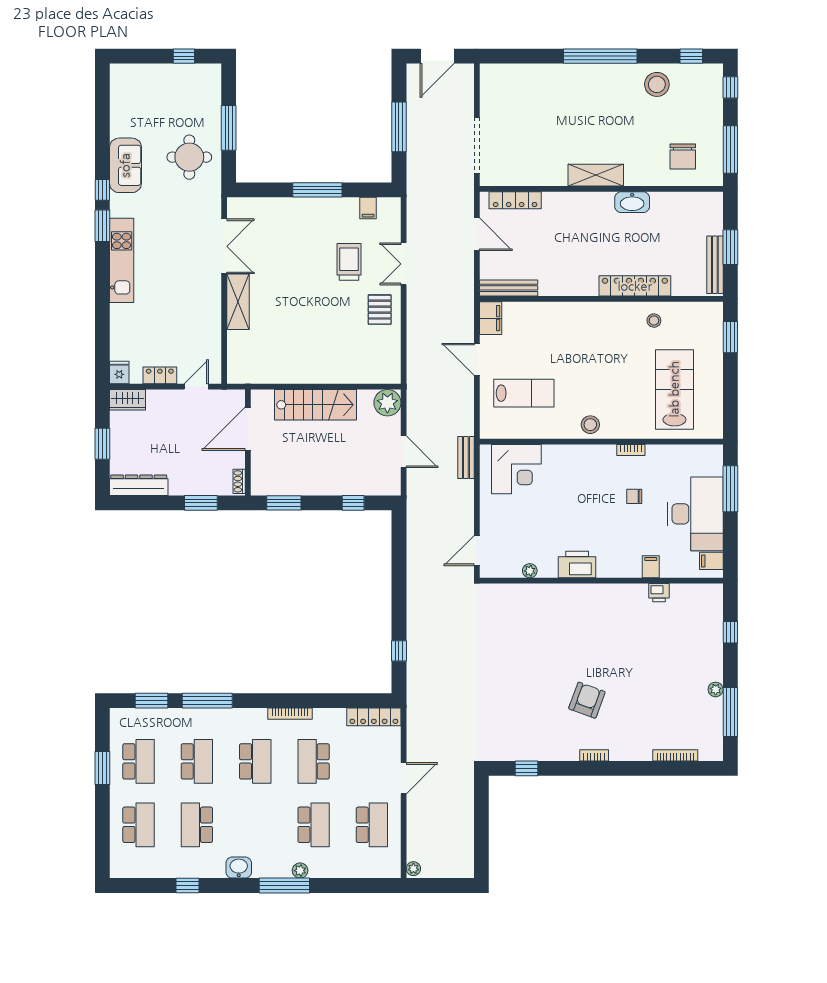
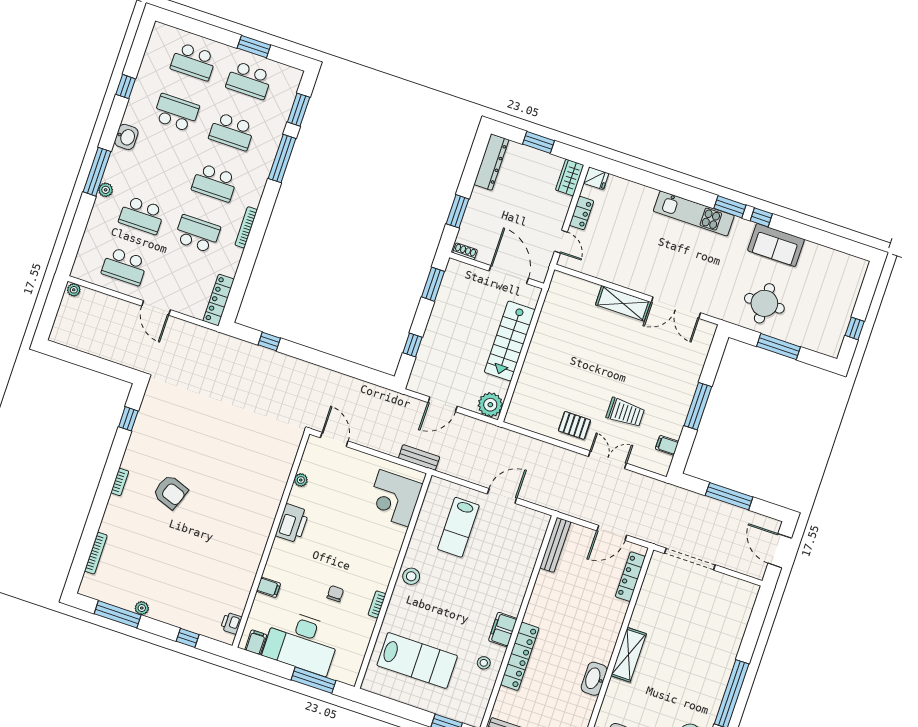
filing cabinet: (491, 318) -> (503, 630), moved, turned 90
printer: (659, 593) -> (231, 623), moved

